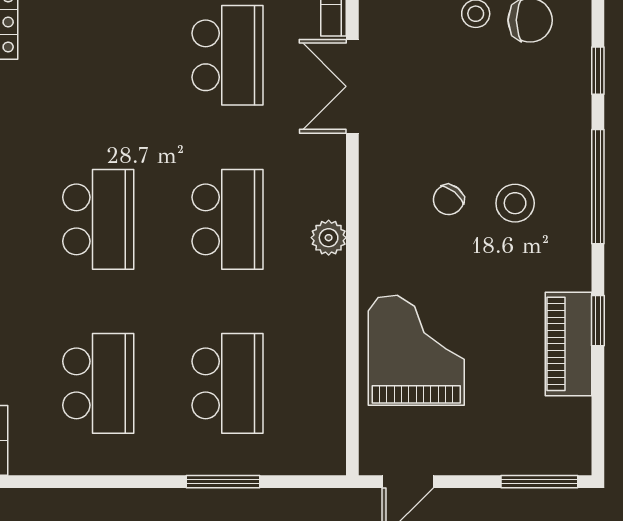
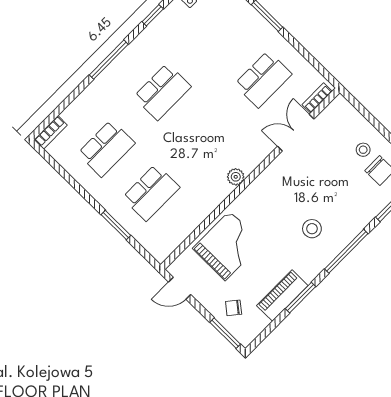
chair: (449, 200) -> (234, 308), moved
school desk: (228, 219) -> (207, 136), removed
window: (598, 321) -> (300, 298), width x1.50

